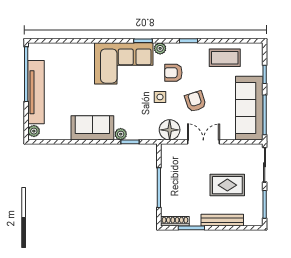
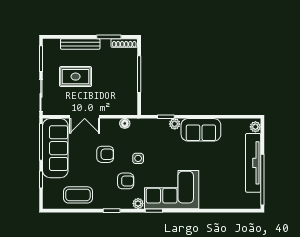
armchair: (195, 101) -> (105, 154), turned -72
floor lamp: (170, 130) -> (125, 123), width x0.53, depth x0.53
double door: (203, 142) -> (85, 117), moved

